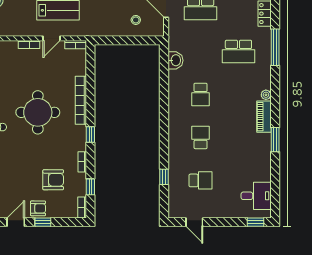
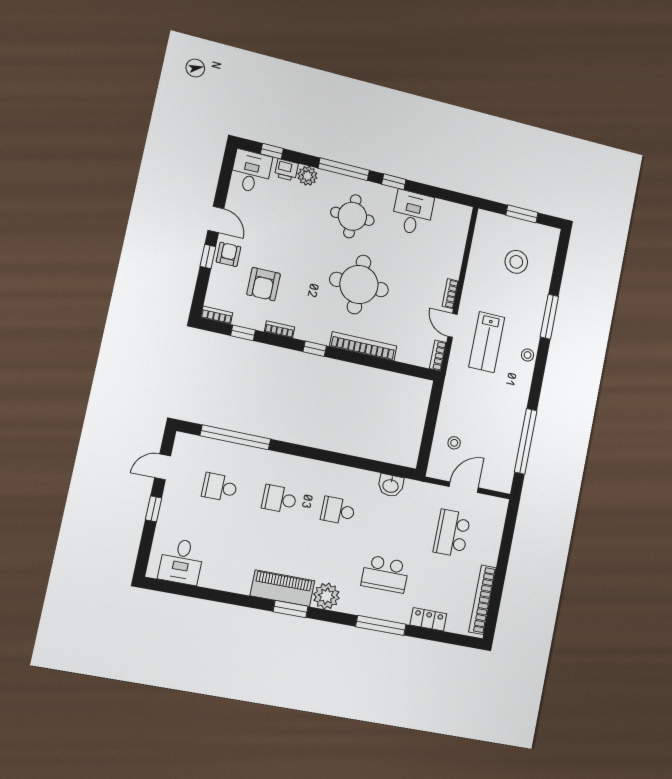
school desk: (238, 51) -> (385, 574), turned -90
plant: (266, 95) -> (326, 596), width x1.87, depth x1.87
piano: (264, 117) -> (282, 588), width x1.37, depth x1.33
school desk: (201, 137) -> (279, 499), turned 180
window: (275, 140) -> (291, 609), moved
window: (164, 177) -> (235, 437), width x3.17
school desk: (201, 180) -> (220, 487), turned 90
armchair: (38, 208) -> (229, 254), turned 180
window: (255, 222) -> (154, 509), moved

